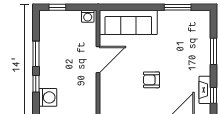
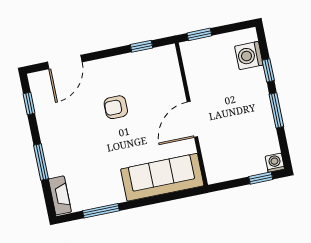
washing machine: (88, 16) -> (275, 163), moved
armchair: (151, 80) -> (116, 107), turned 180
fireplace: (205, 90) -> (60, 195), moved

